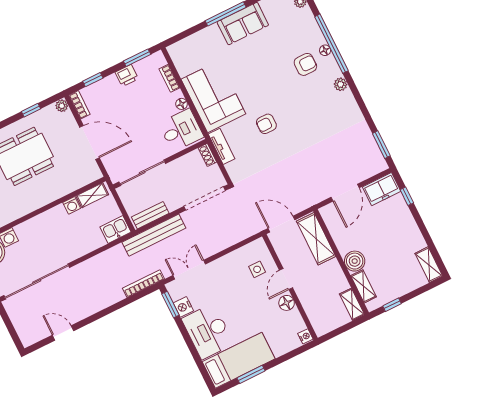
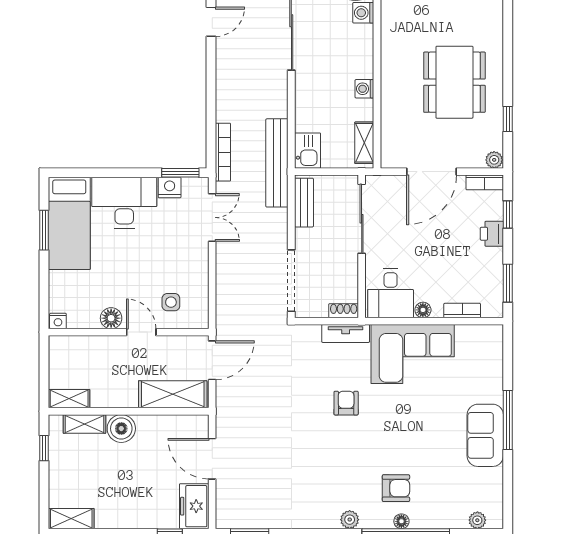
armchair: (305, 64) -> (396, 488), turned -90
printer: (127, 76) -> (492, 234), moved
washing machine: (72, 205) -> (364, 89), moved
bench: (154, 235) -> (277, 163), moved

